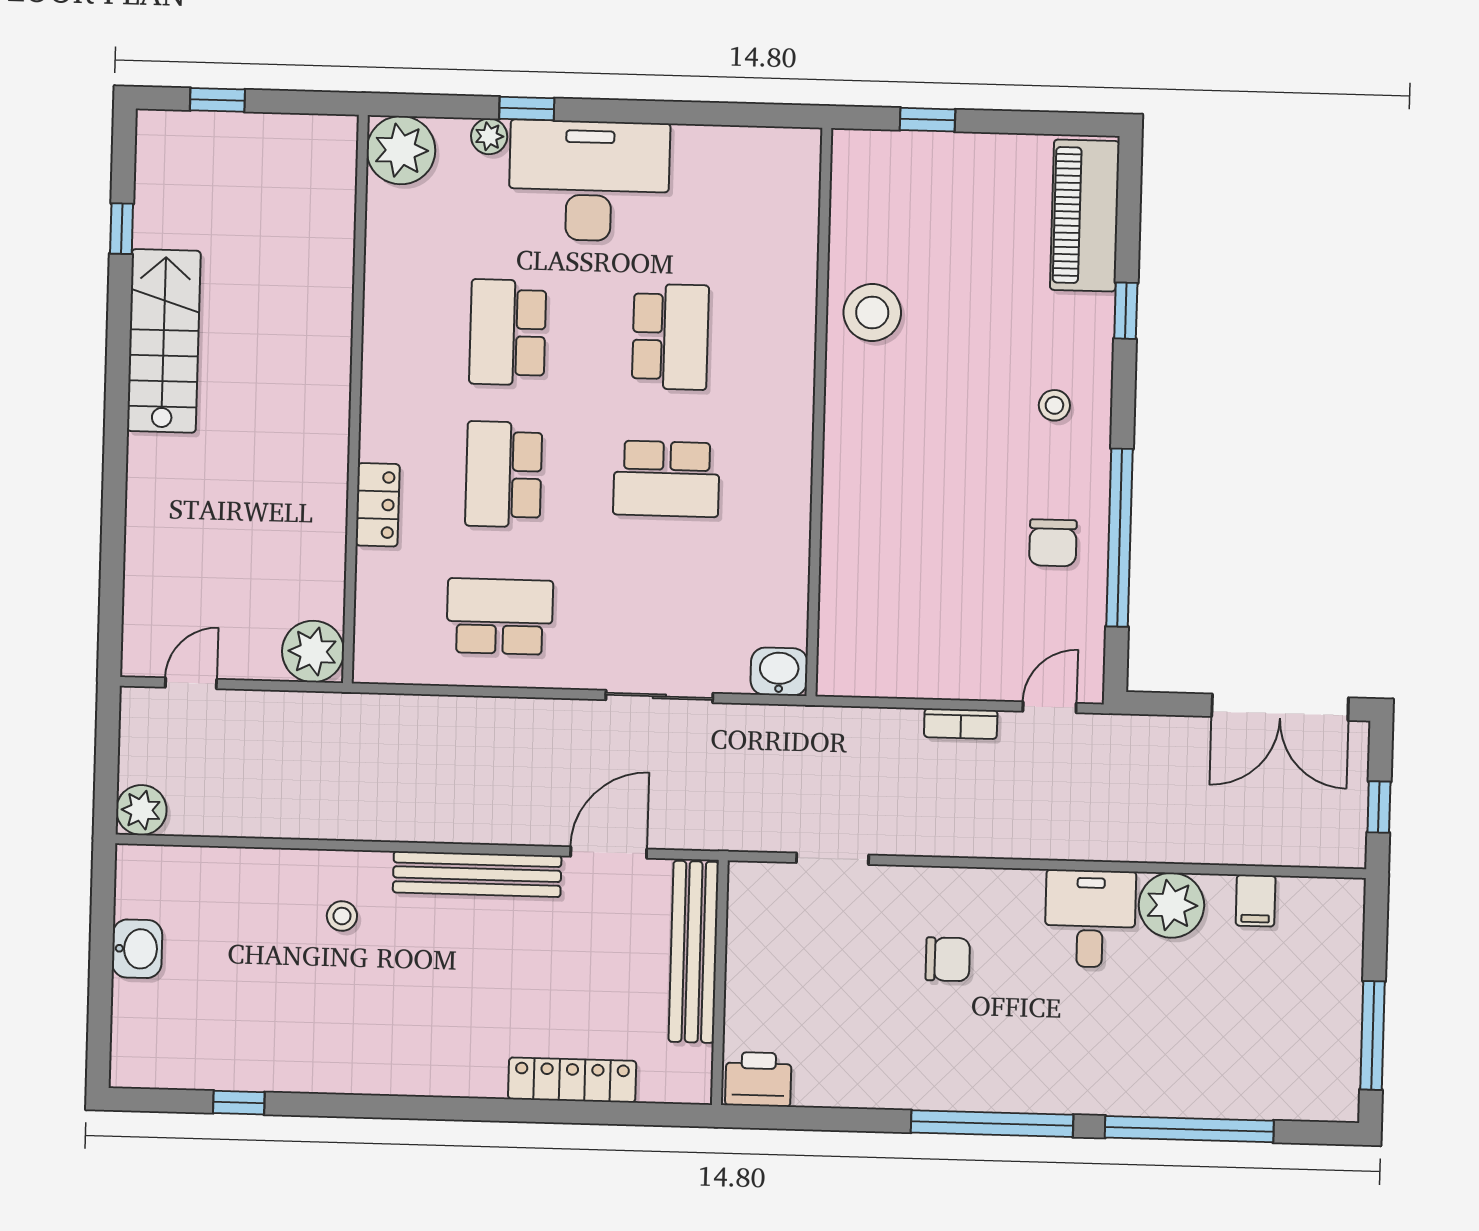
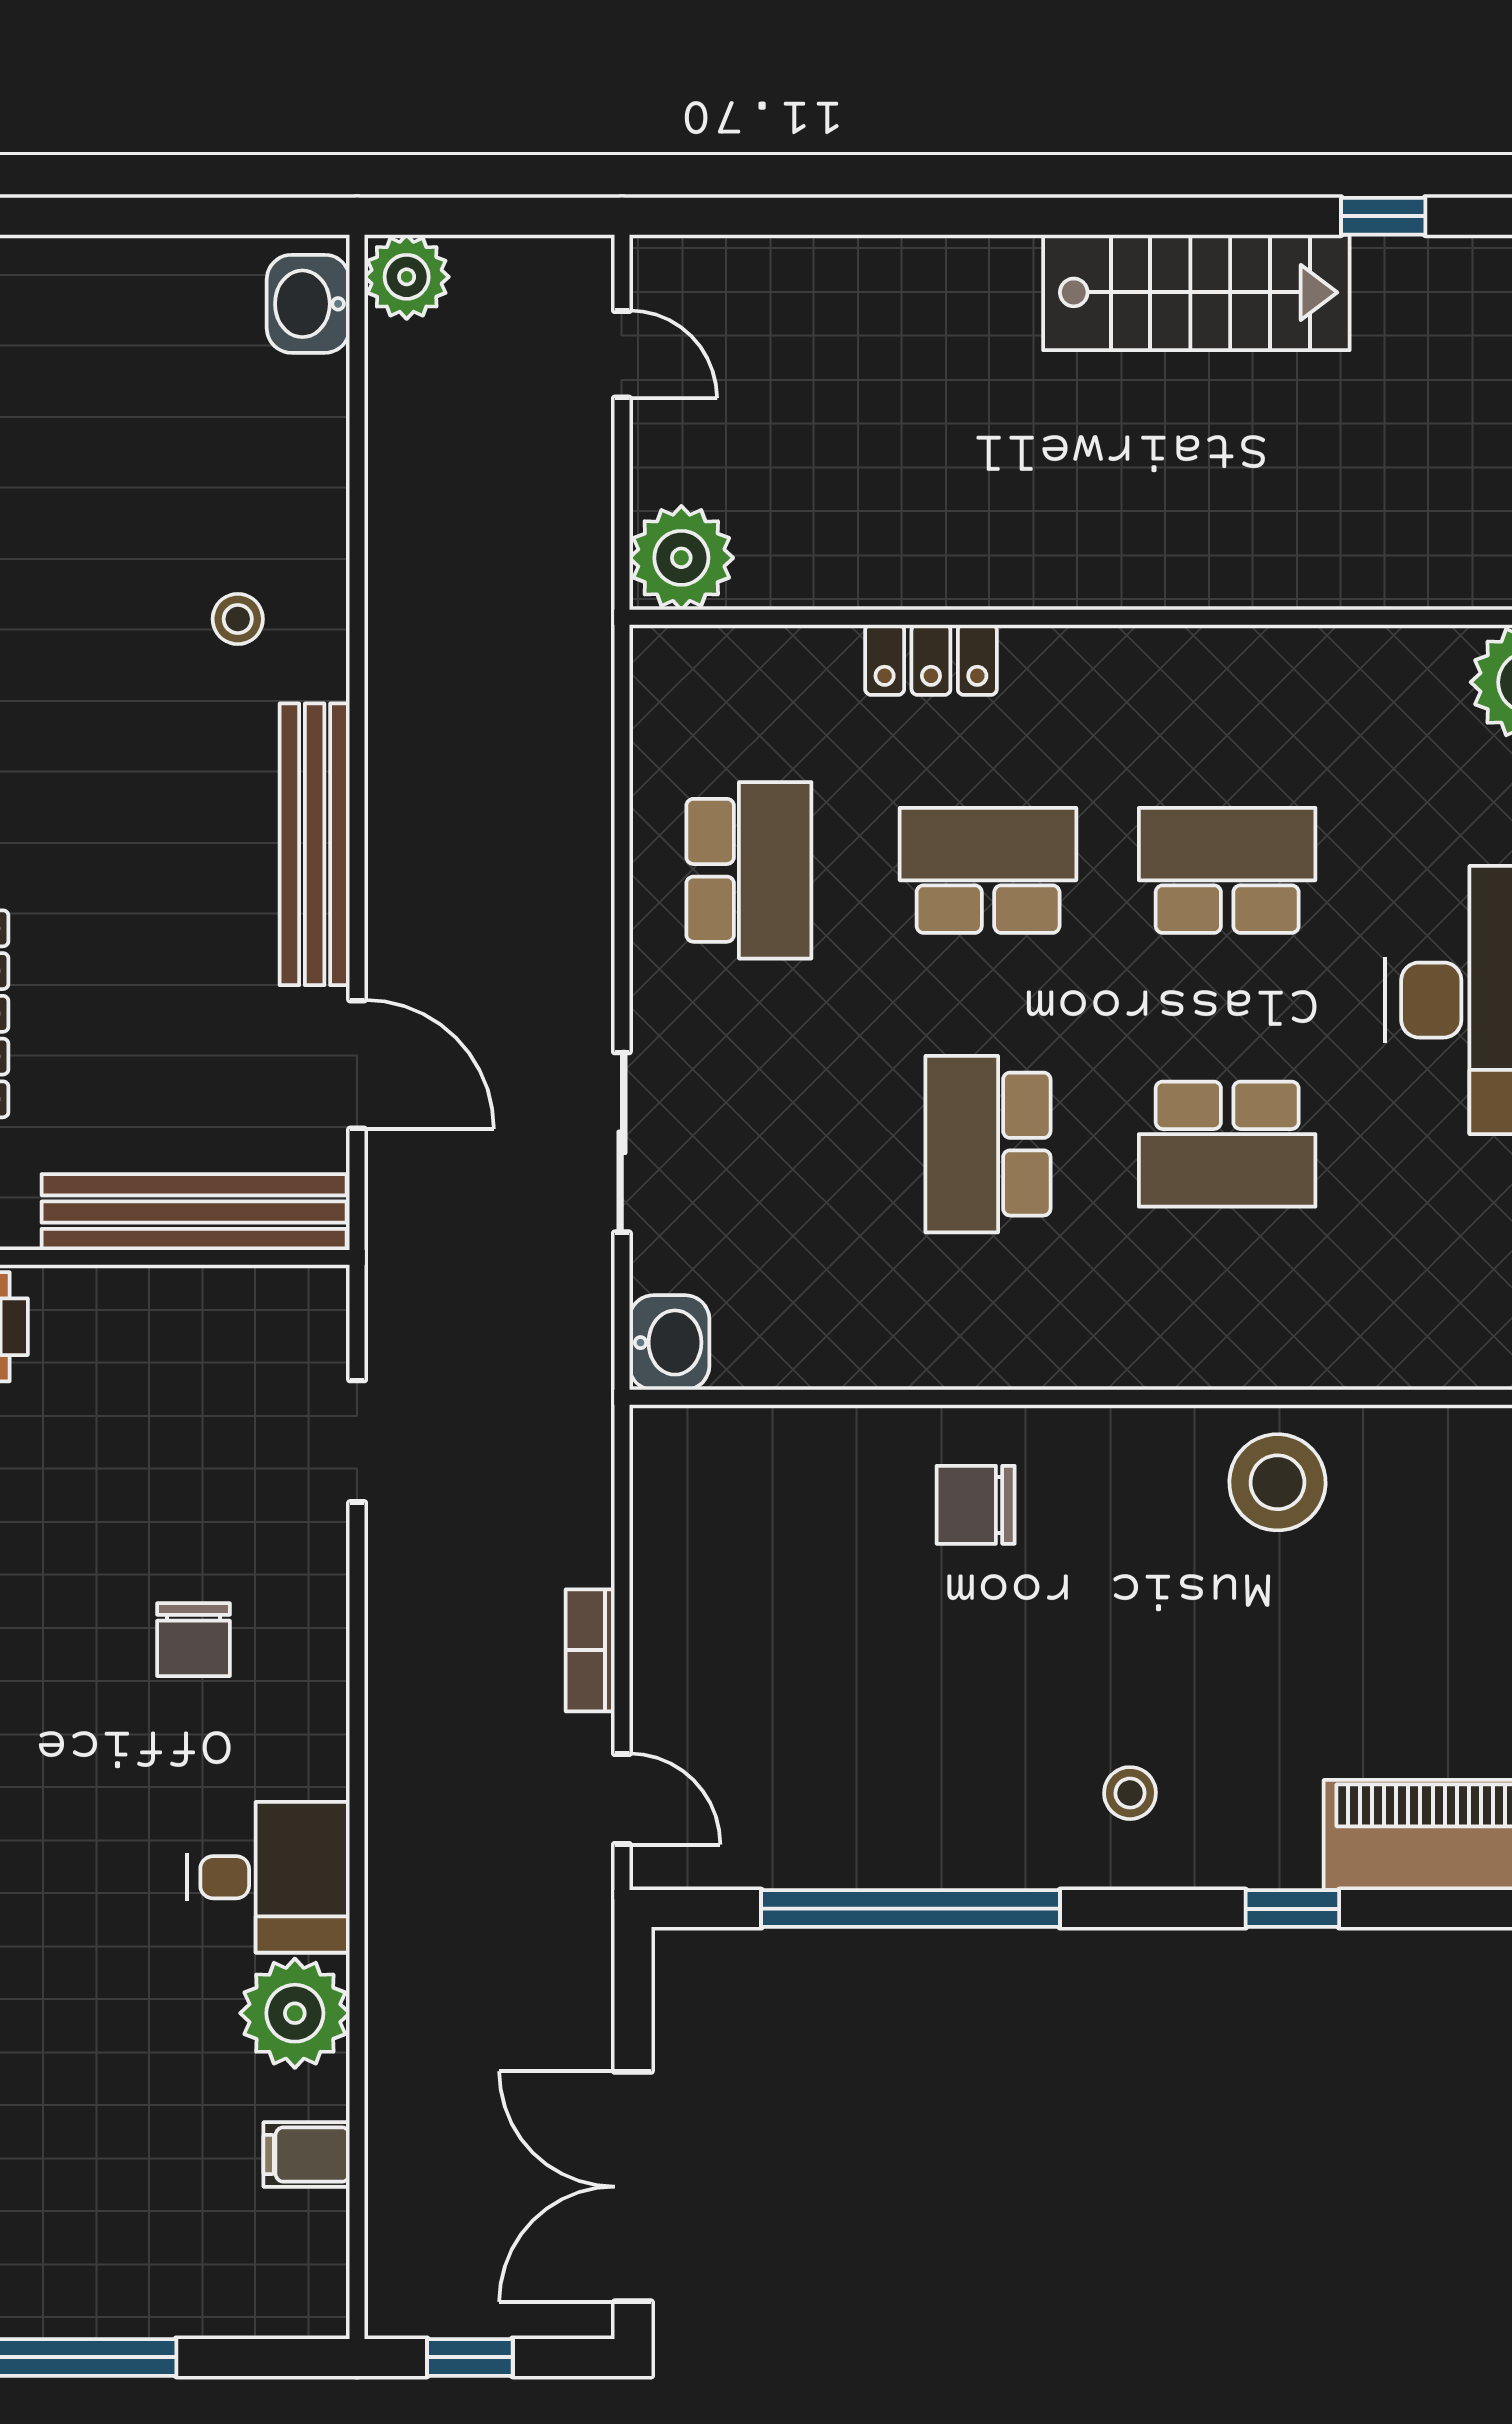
chair: (1053, 543) -> (976, 1505), moved
washbasin: (137, 949) -> (308, 304), moved, turned 90

